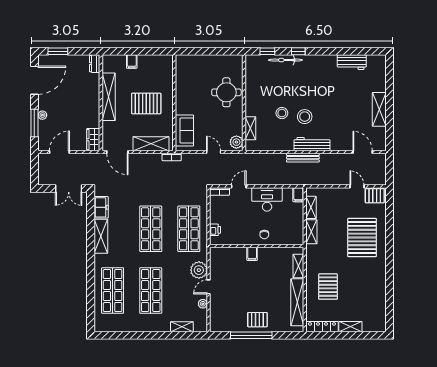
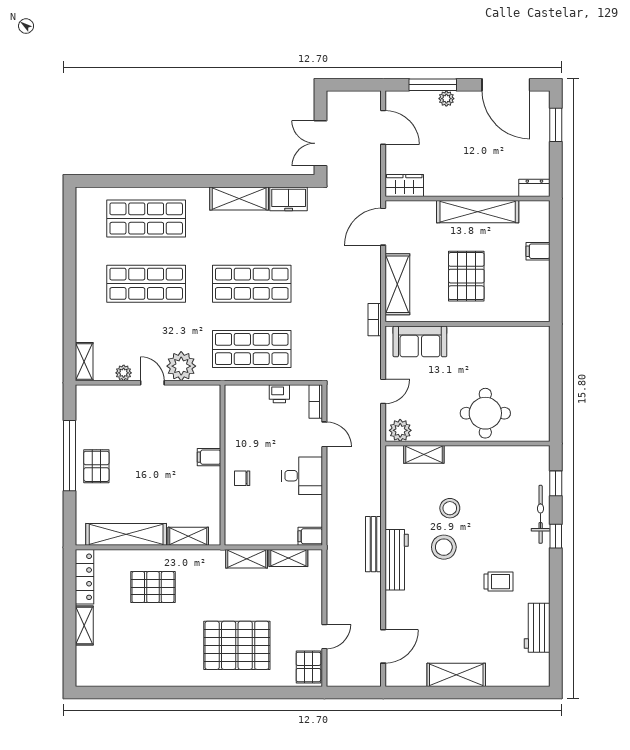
trolley: (325, 85) -> (498, 582), added
desk: (267, 199) -> (302, 476), width x0.73
printer: (215, 230) -> (279, 394), moved
shelving: (182, 327) -> (84, 362), moved

